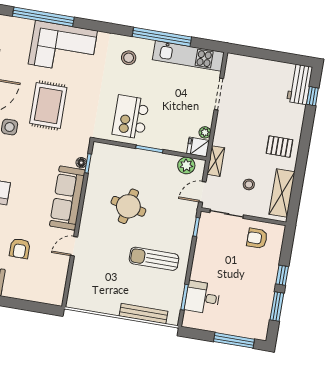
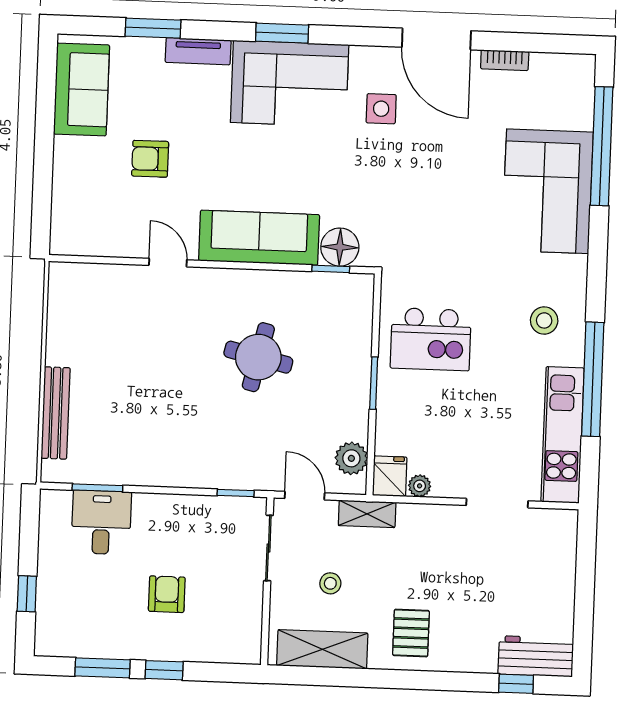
rug: (48, 105) -> (432, 178), removed
kitchen island: (131, 117) -> (431, 339), turned 180
floor lamp: (81, 163) -> (340, 247), width x1.89, depth x1.89
armchair: (257, 238) -> (167, 594), moved
sun lounger: (154, 259) -> (164, 419), removed
window: (234, 340) -> (27, 594), width x0.46

